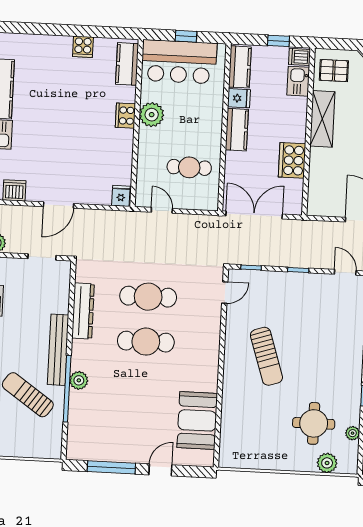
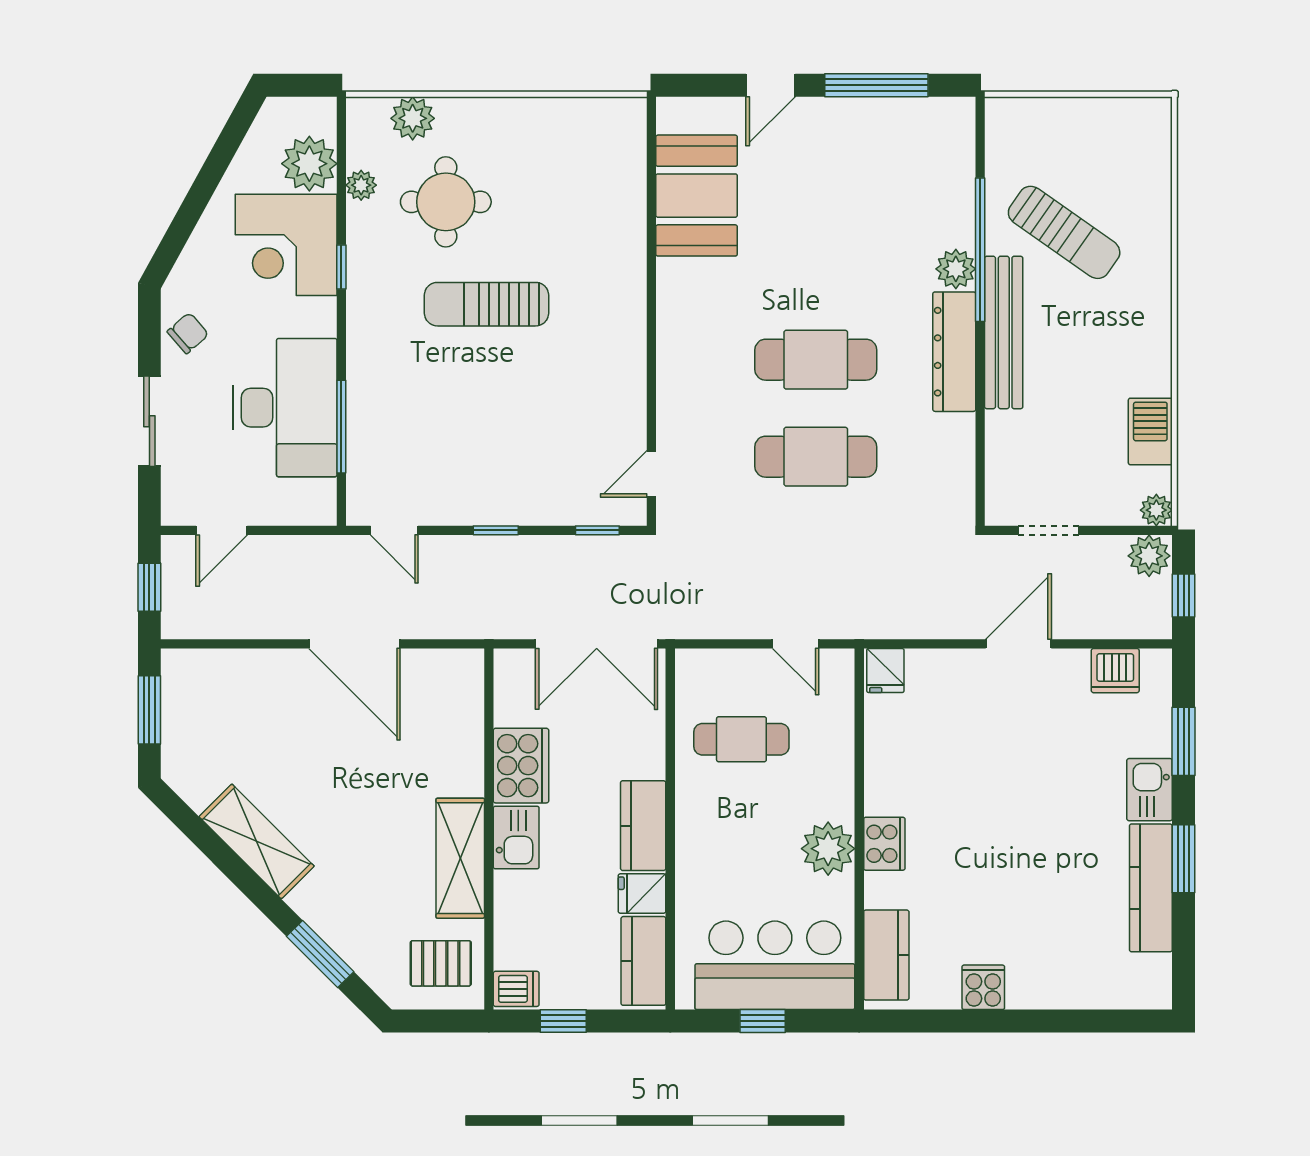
kitchen sink: (298, 81) -> (516, 837), moved
dresser: (83, 311) -> (954, 352), moved
sun lounger: (266, 356) -> (487, 304), moved, turned -72

